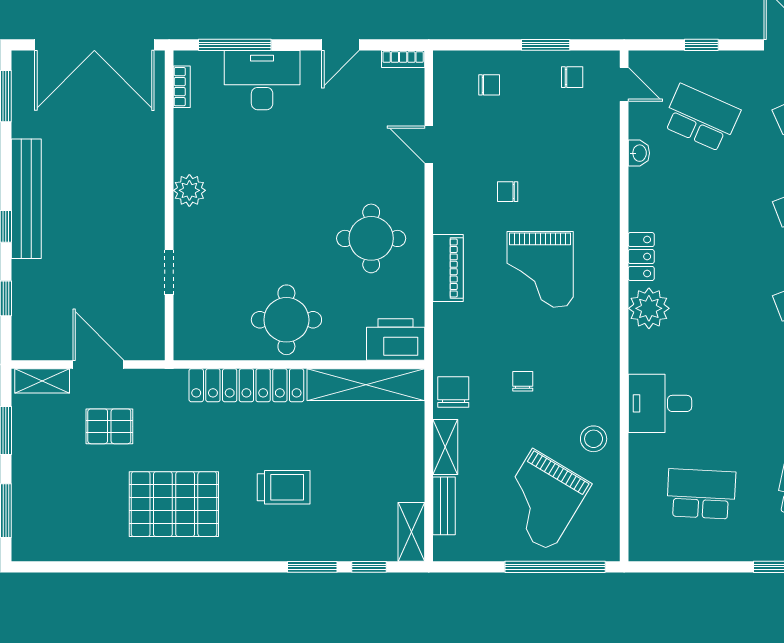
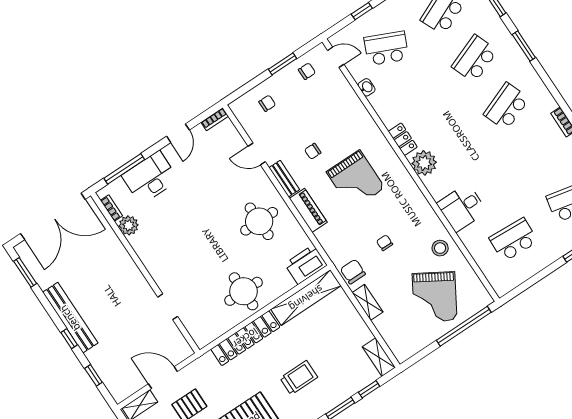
plant: (189, 190) -> (129, 225), moved
bench: (444, 506) -> (284, 179), moved

